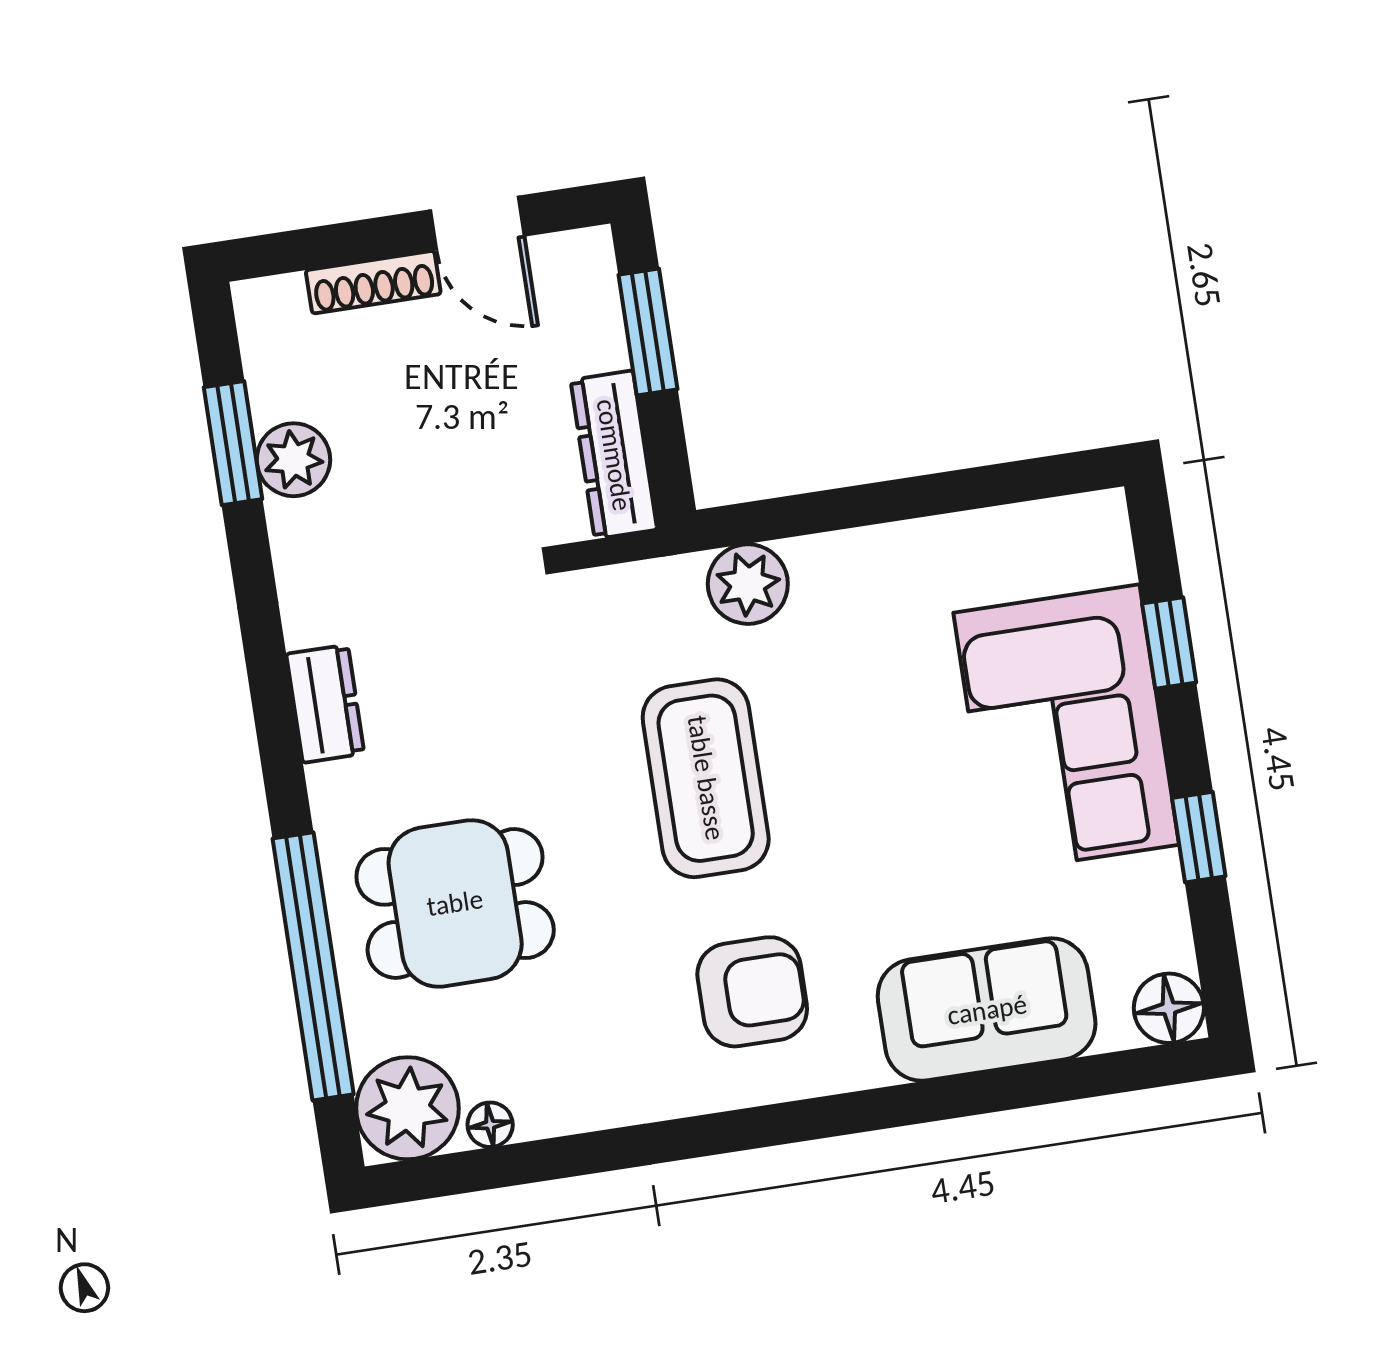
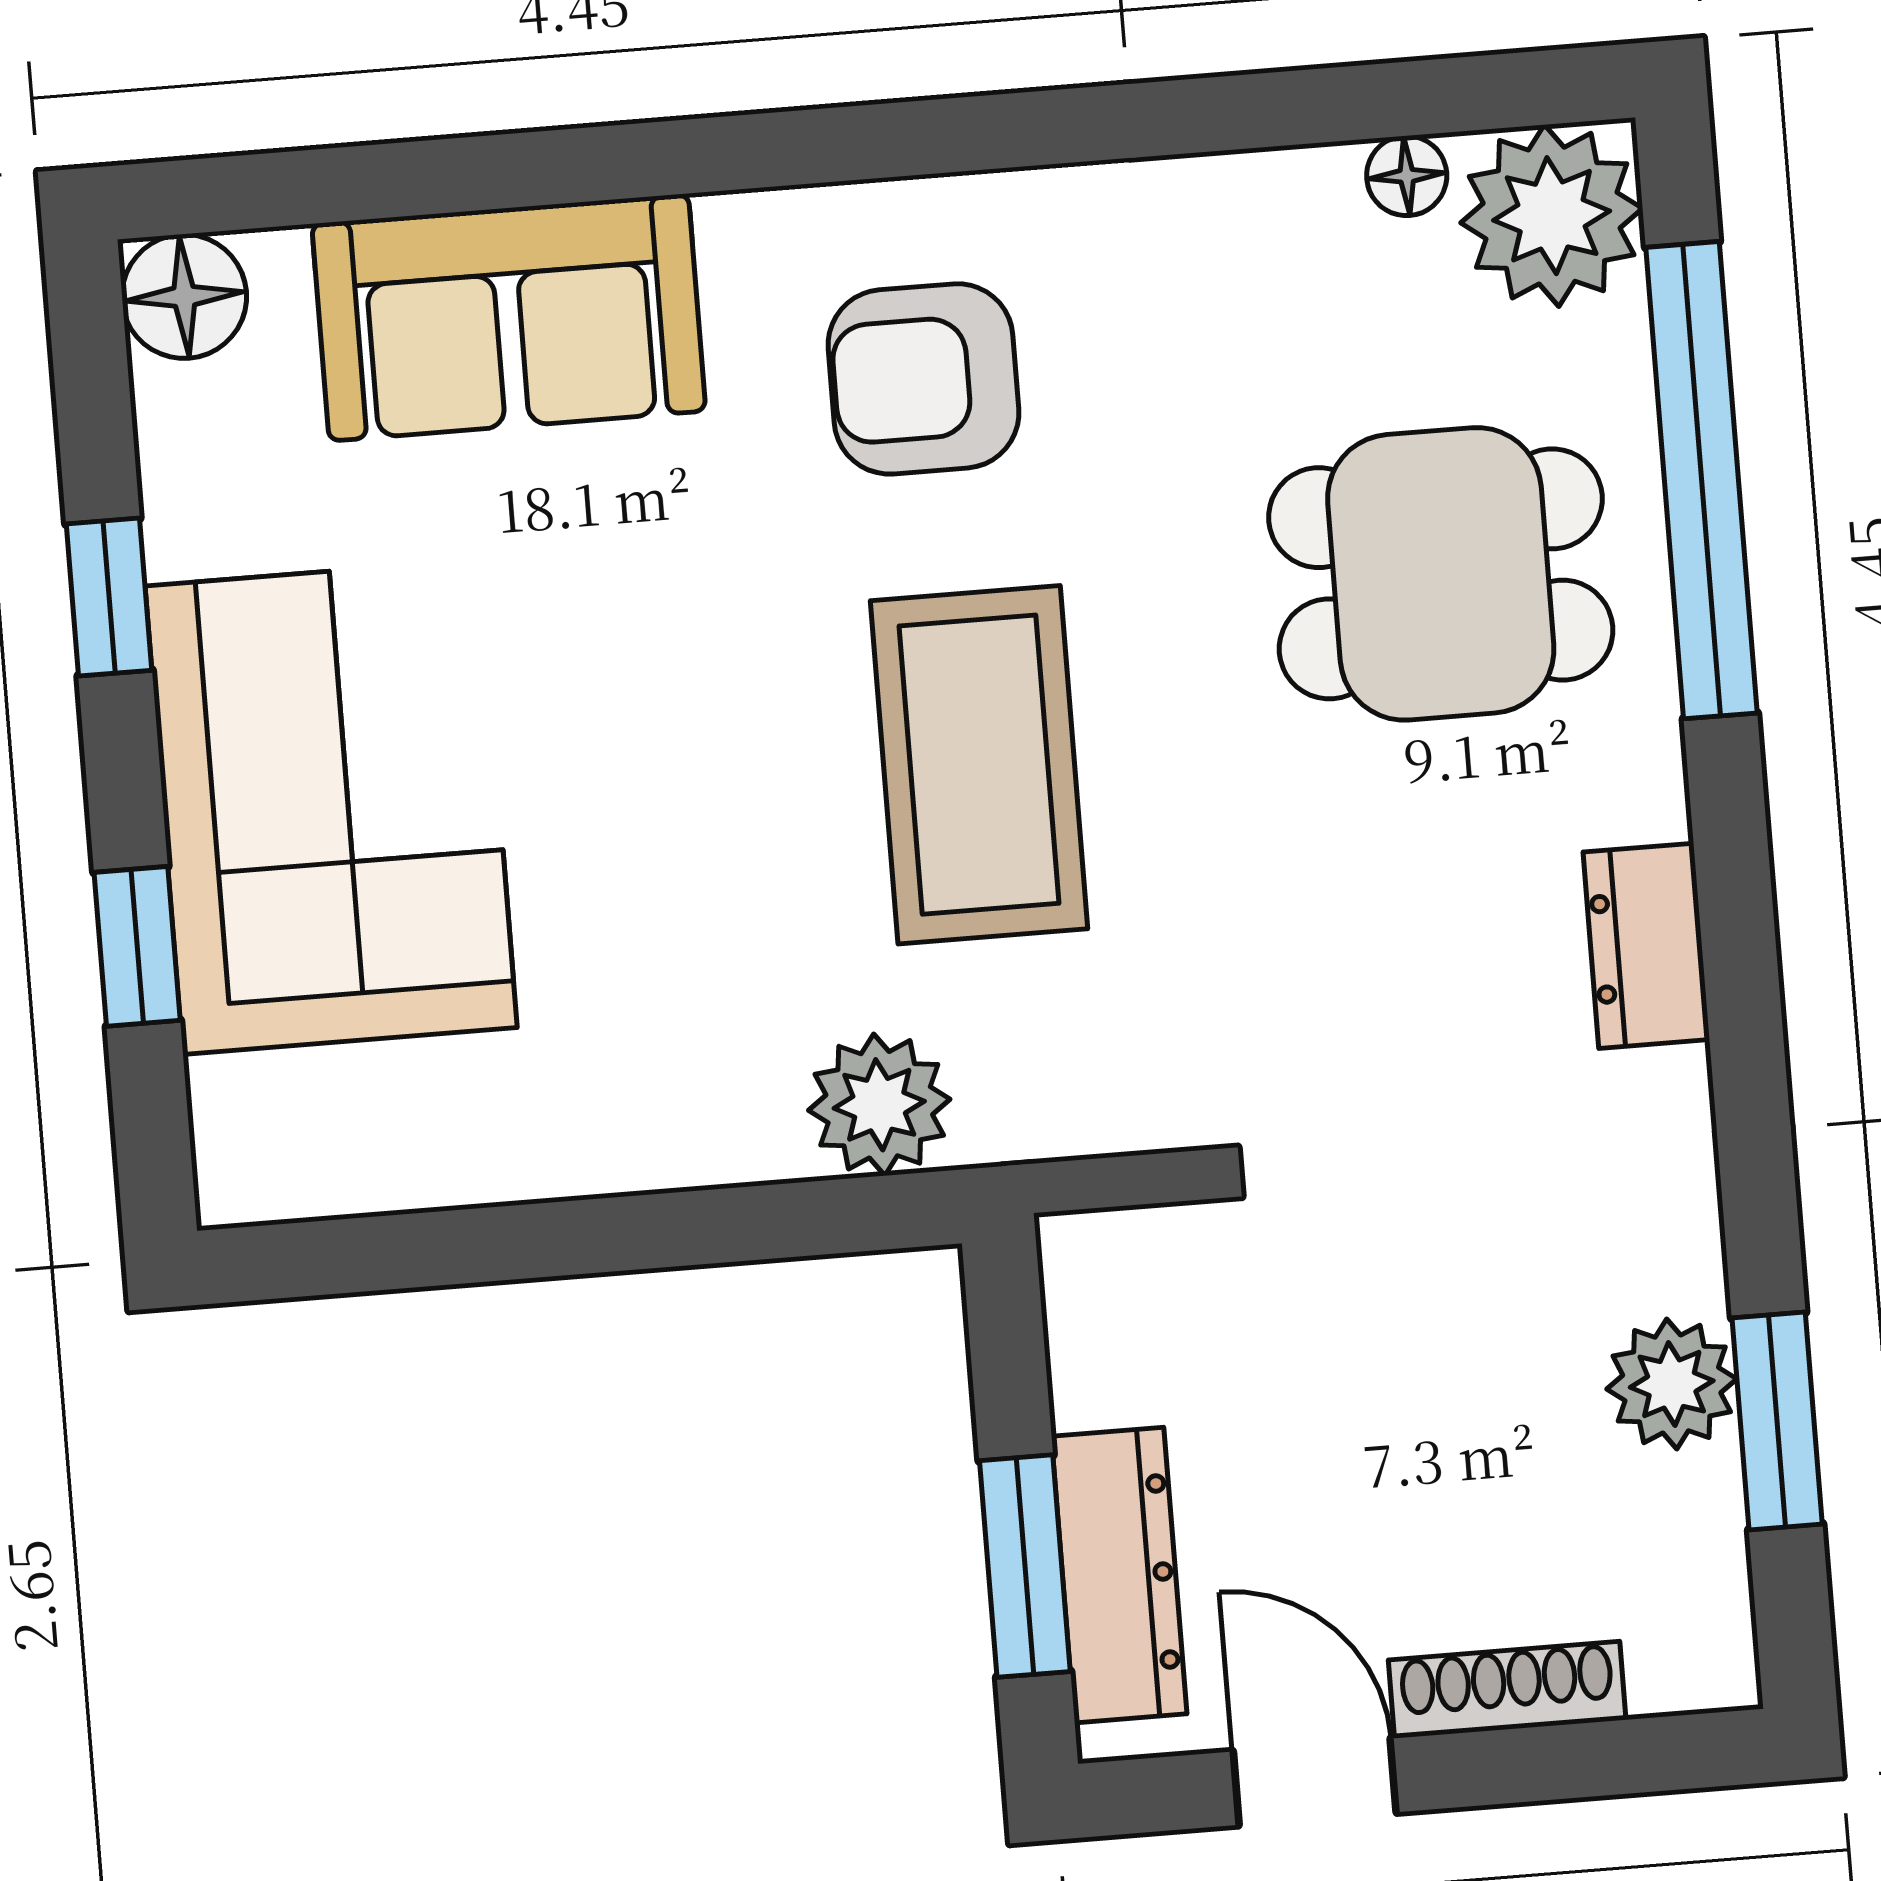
dresser: (614, 455) -> (1119, 1575), moved

